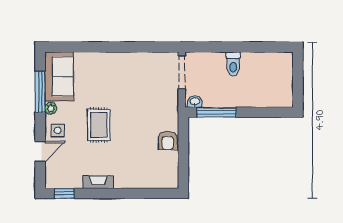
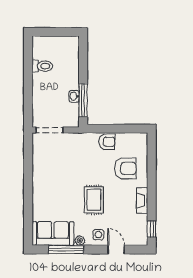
toilet: (233, 64) -> (42, 66), moved
washbasin: (195, 102) -> (74, 96), moved
rug: (99, 125) -> (94, 200), turned 90
armchair: (136, 162) -> (125, 168), added

